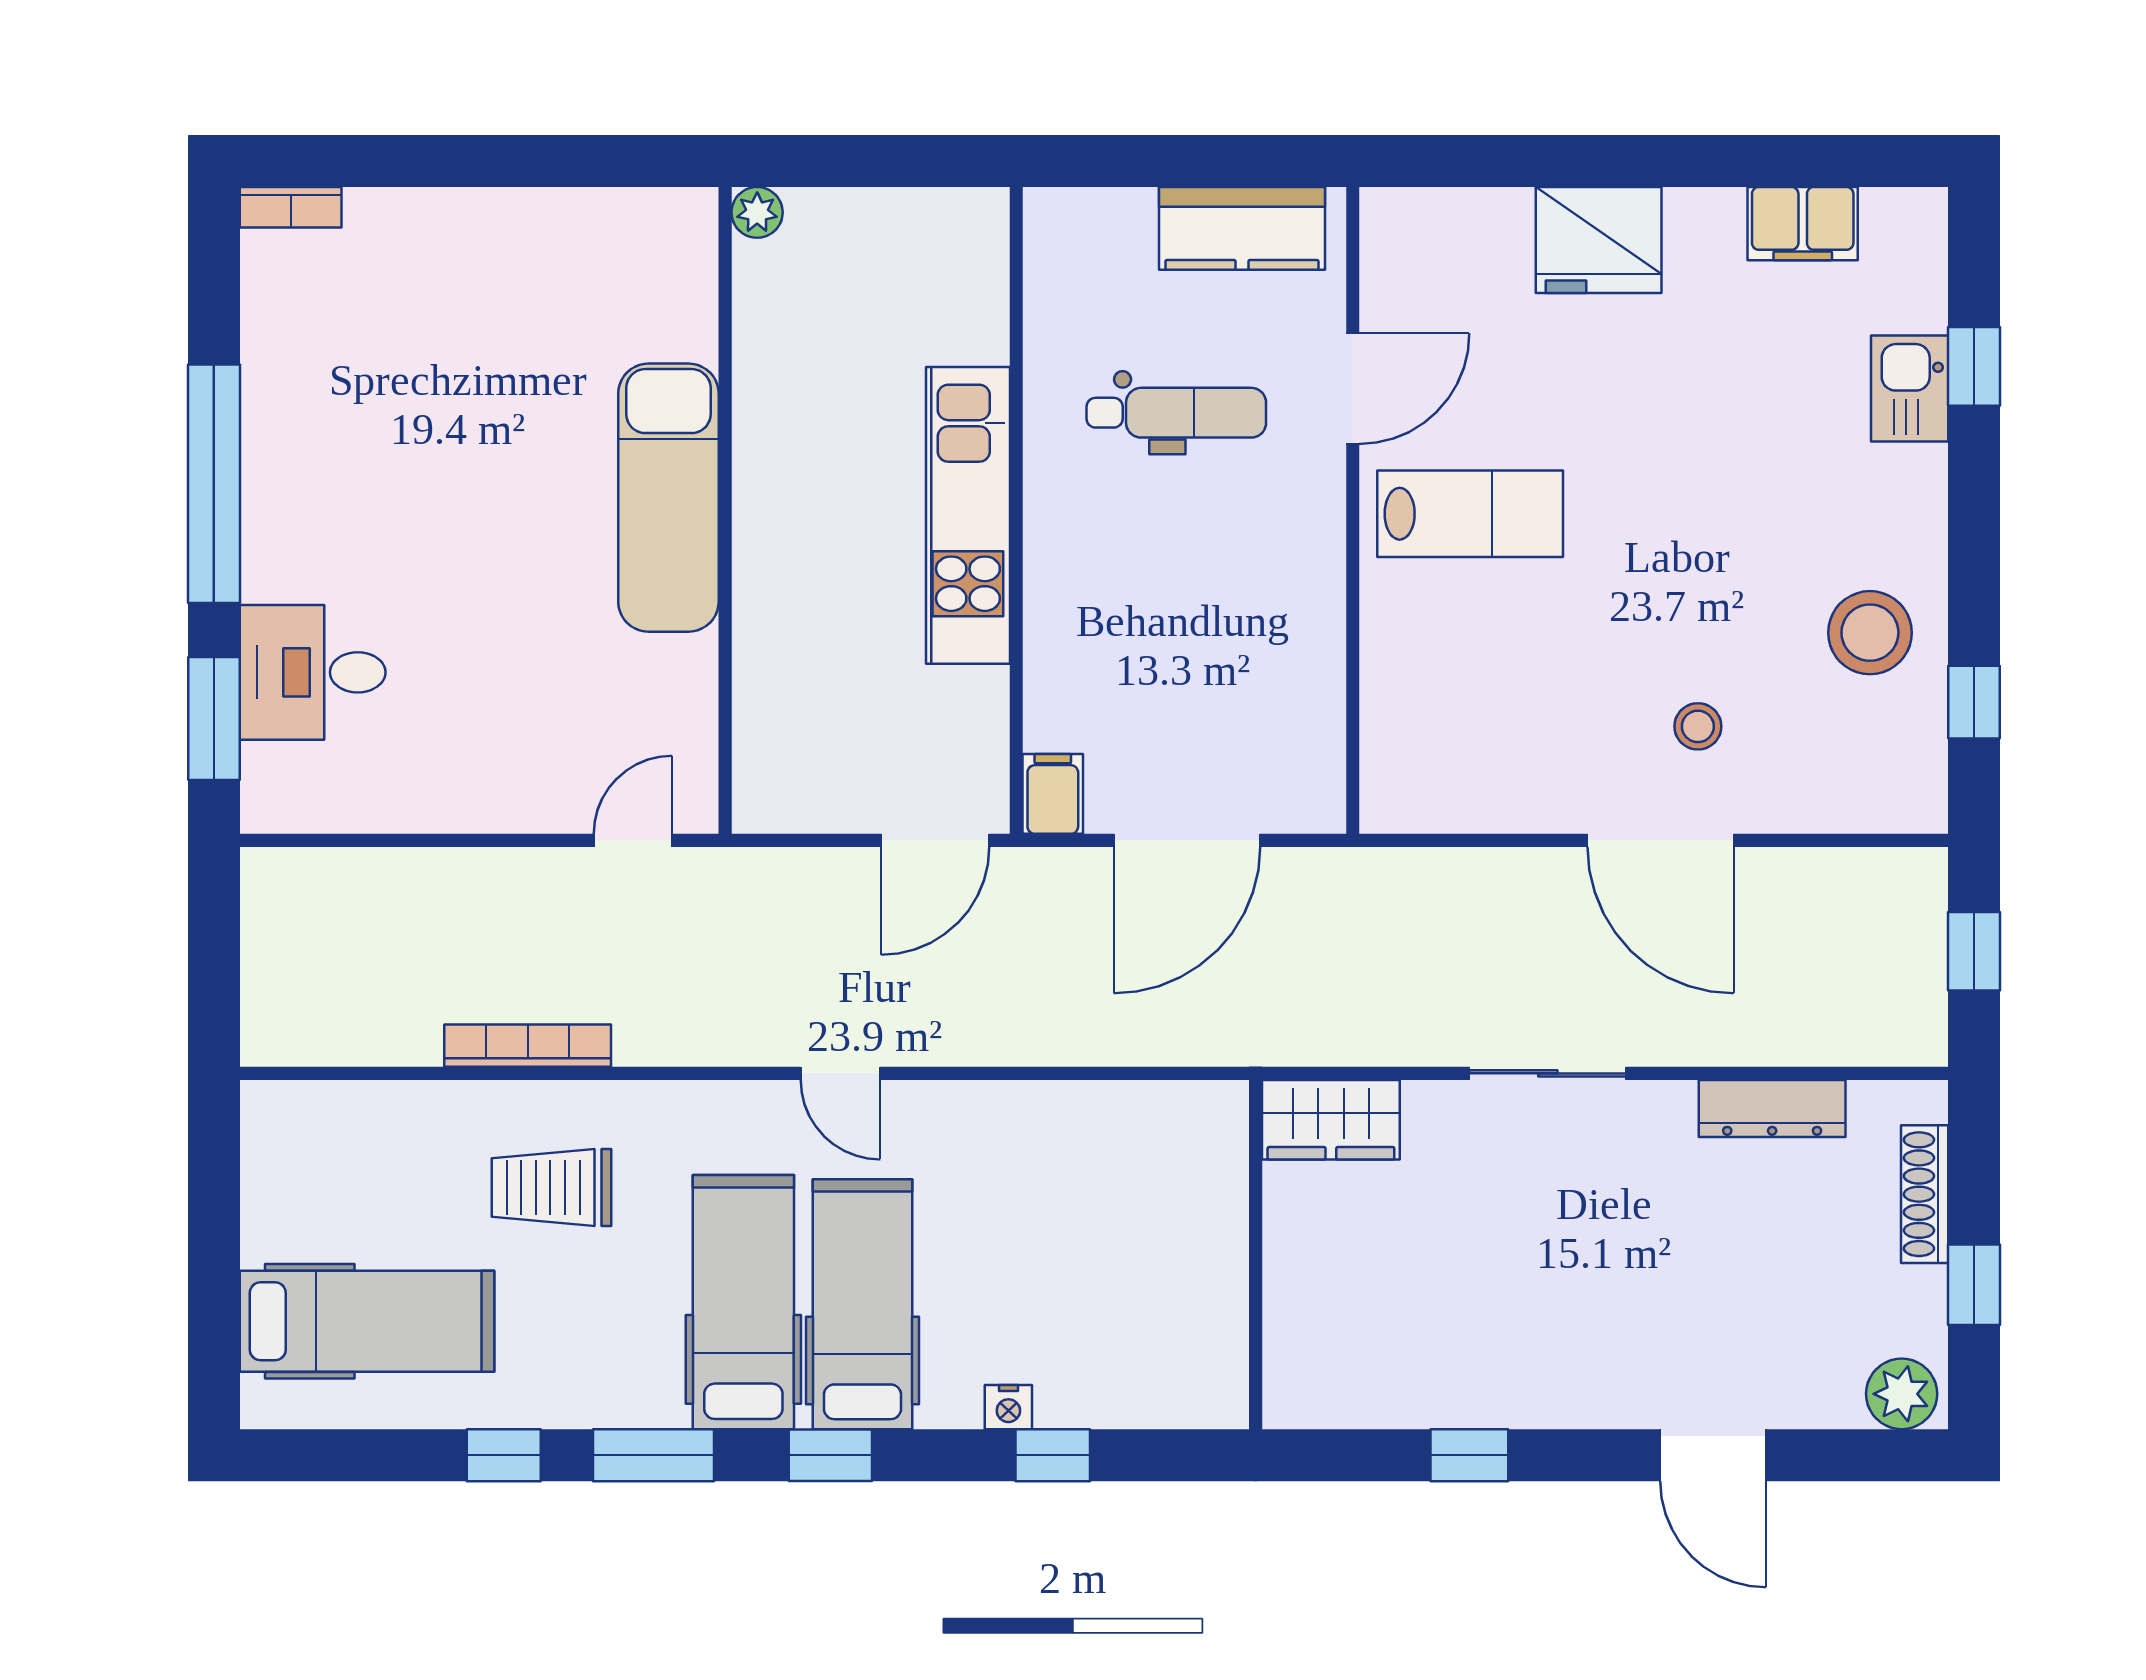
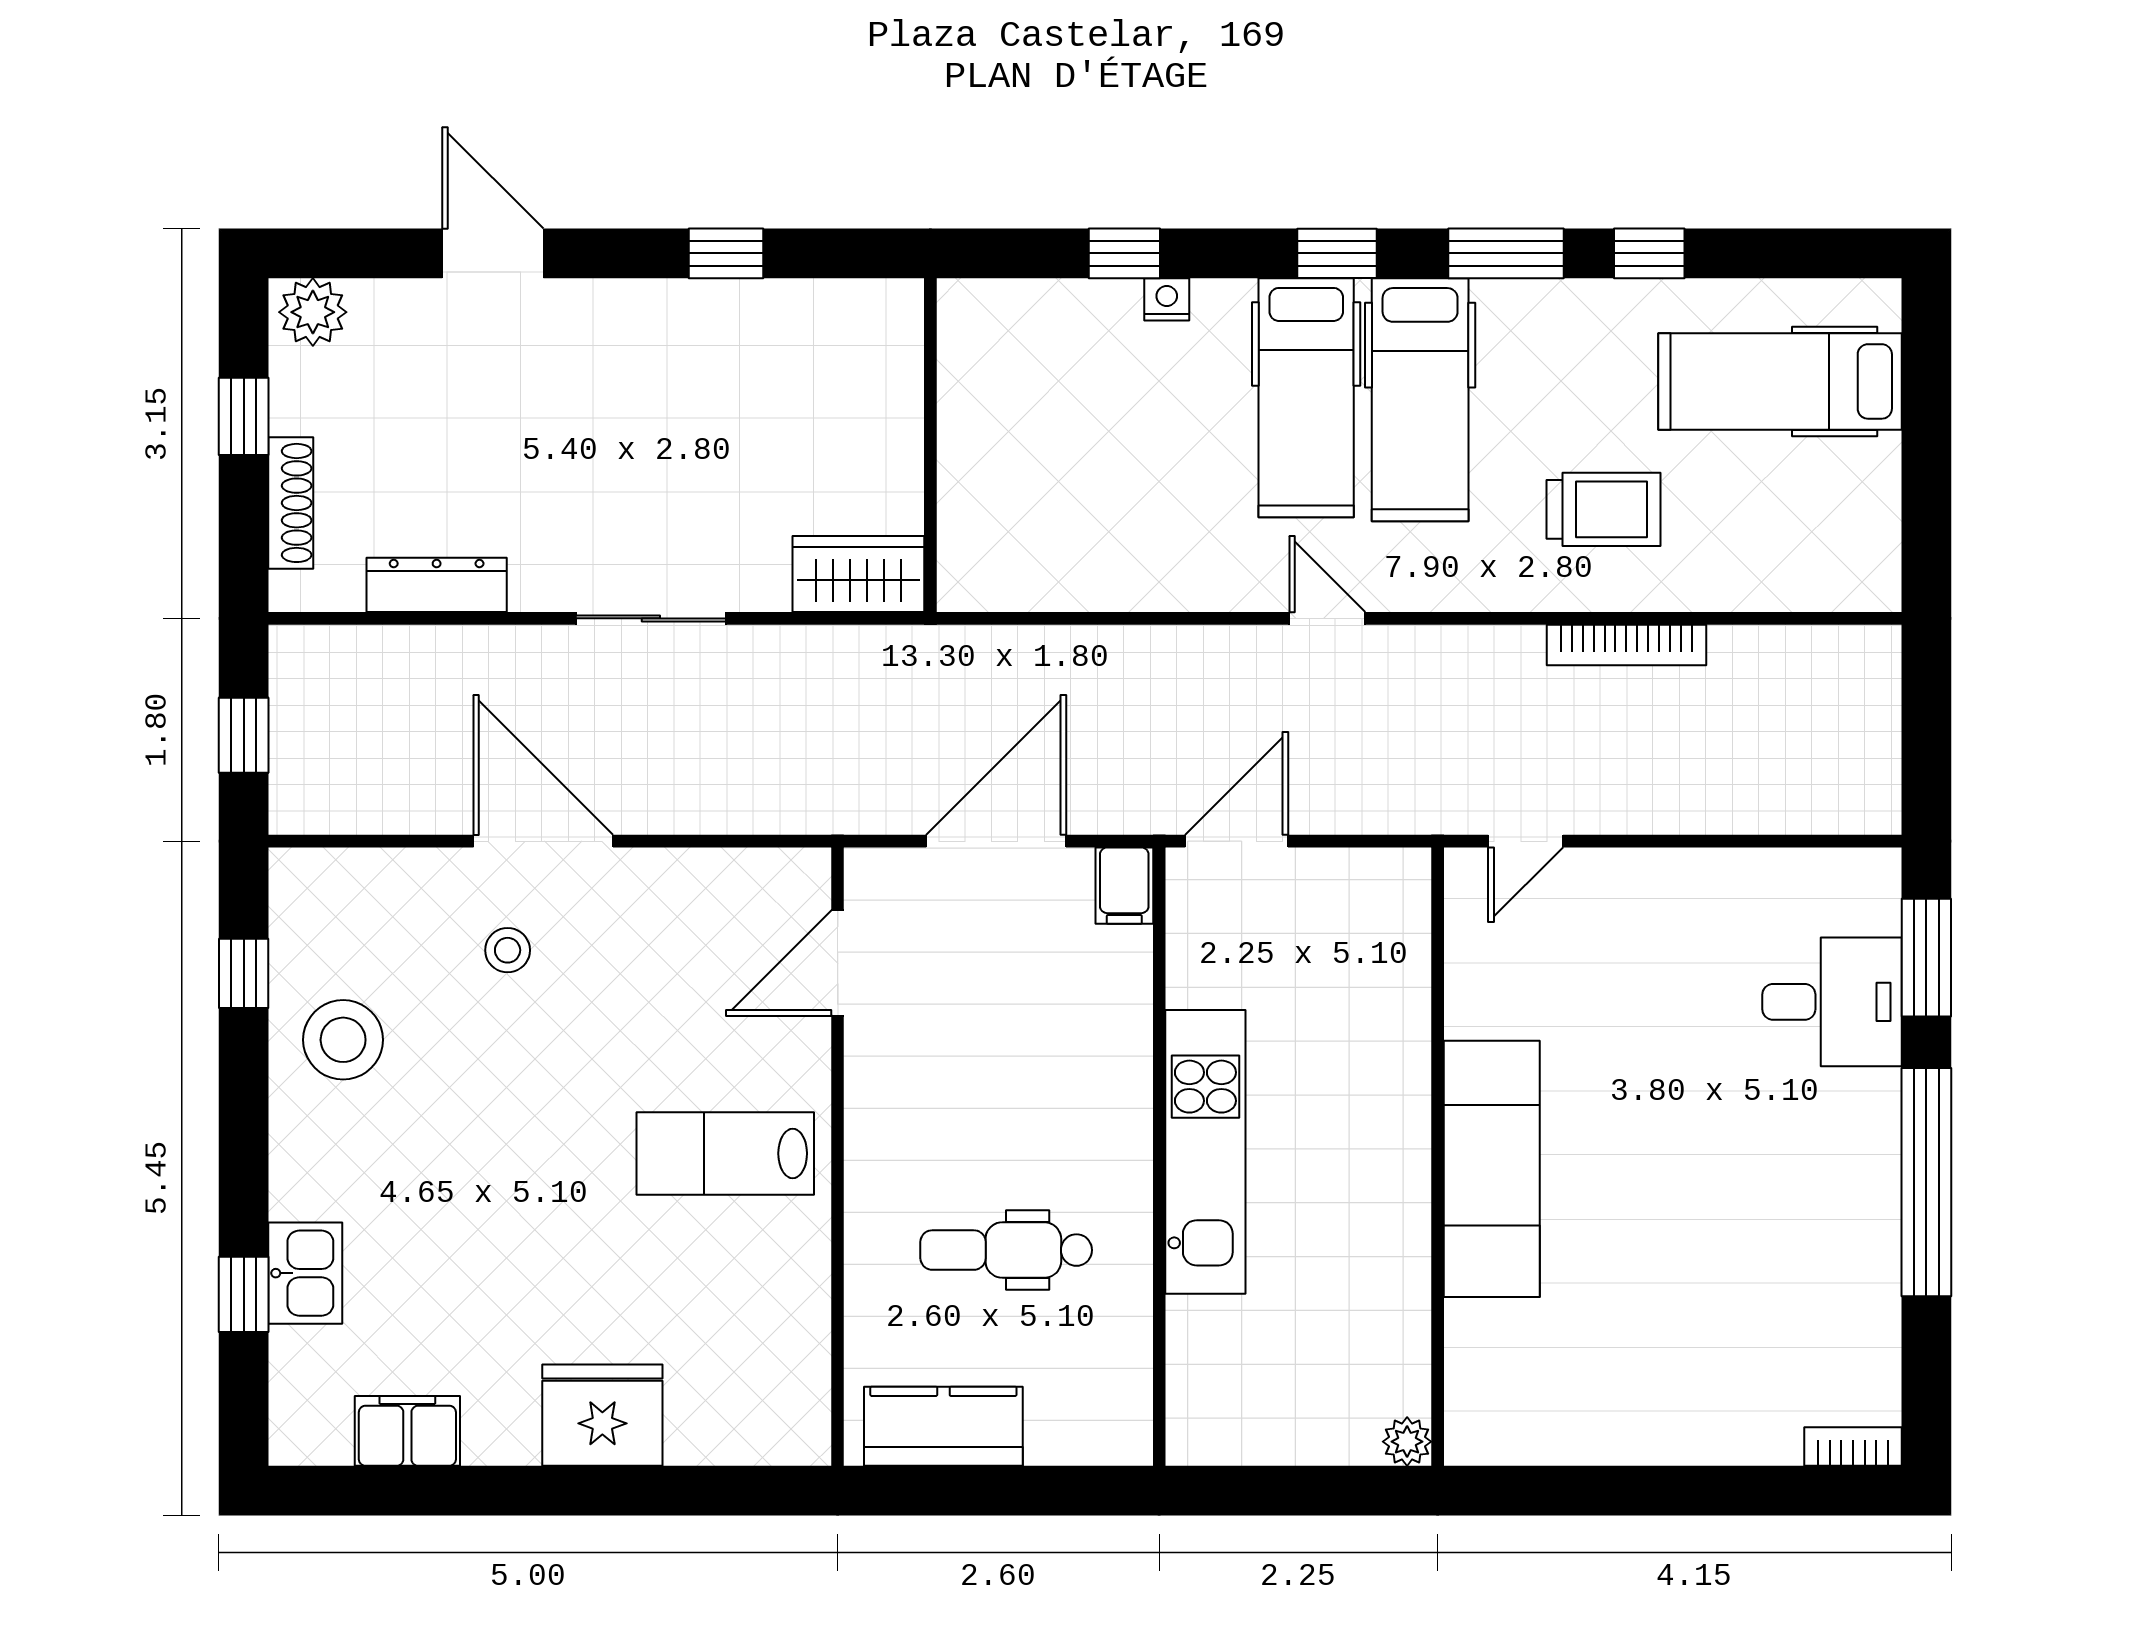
door: (1353, 389) -> (838, 963), moved

